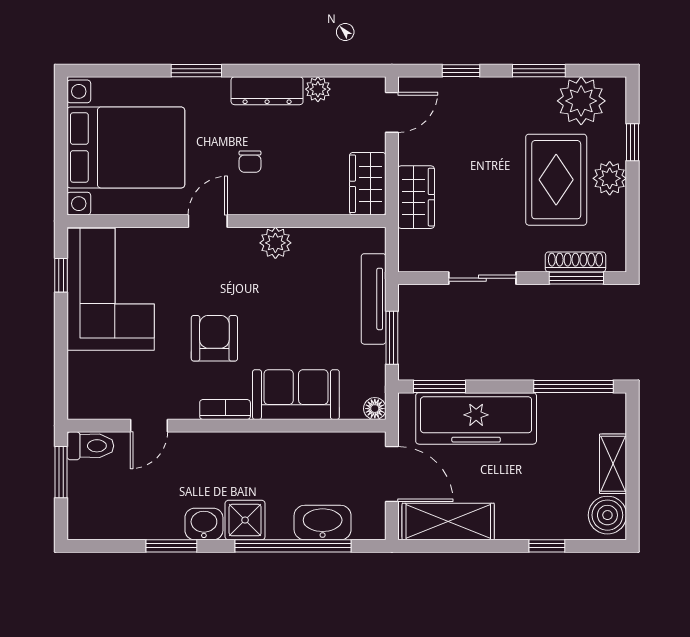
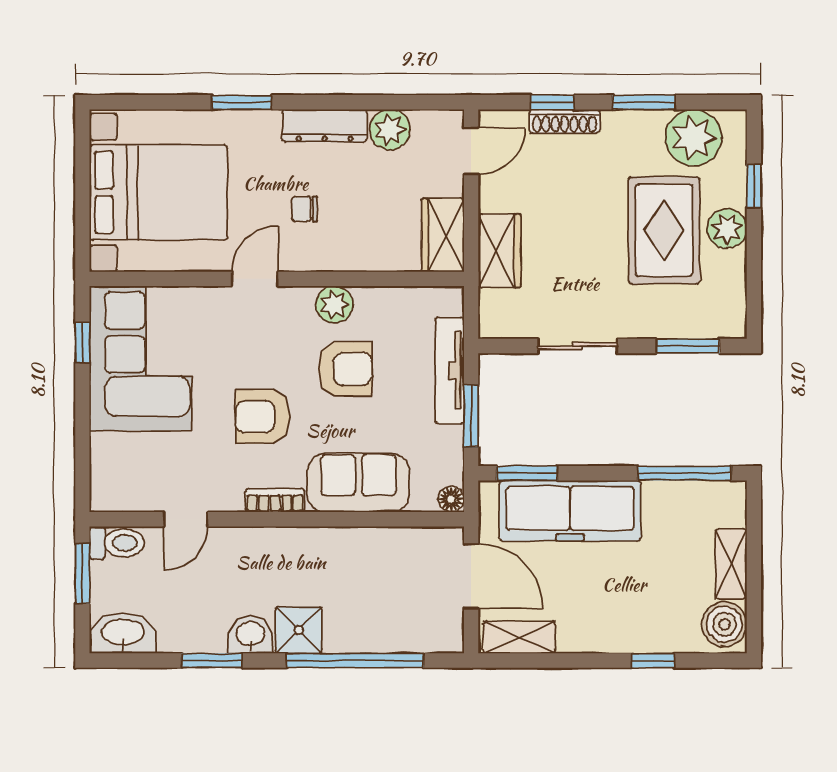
plant: (318, 89) -> (390, 130), width x1.38, depth x1.38
chair: (250, 162) -> (304, 209), turned 90
shoe rack: (575, 262) -> (565, 121), moved, turned 180
armchair: (285, 298) -> (345, 369), added
armchair: (214, 338) -> (263, 417), turned -90
shelving: (448, 522) -> (519, 637), width x0.67, depth x0.75
washbasin: (323, 523) -> (123, 633), moved

